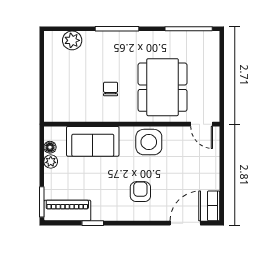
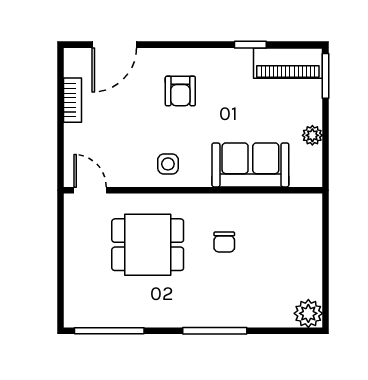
plant: (72, 40) -> (308, 313), moved
dining table: (163, 87) -> (148, 245), width x0.73
side table: (149, 142) -> (168, 164), width x0.54, depth x0.54
floor lamp: (50, 147) -> (313, 156), removed
bookcase: (214, 206) -> (73, 100), moved

